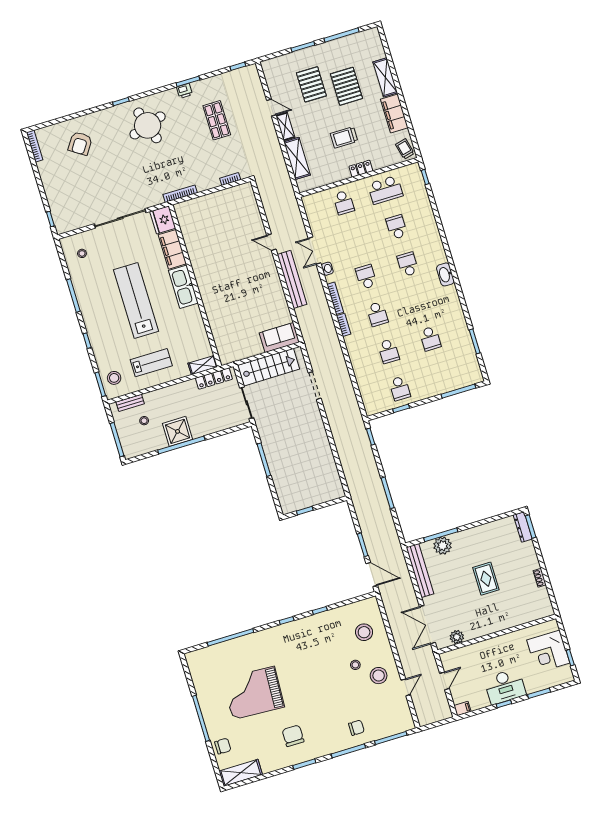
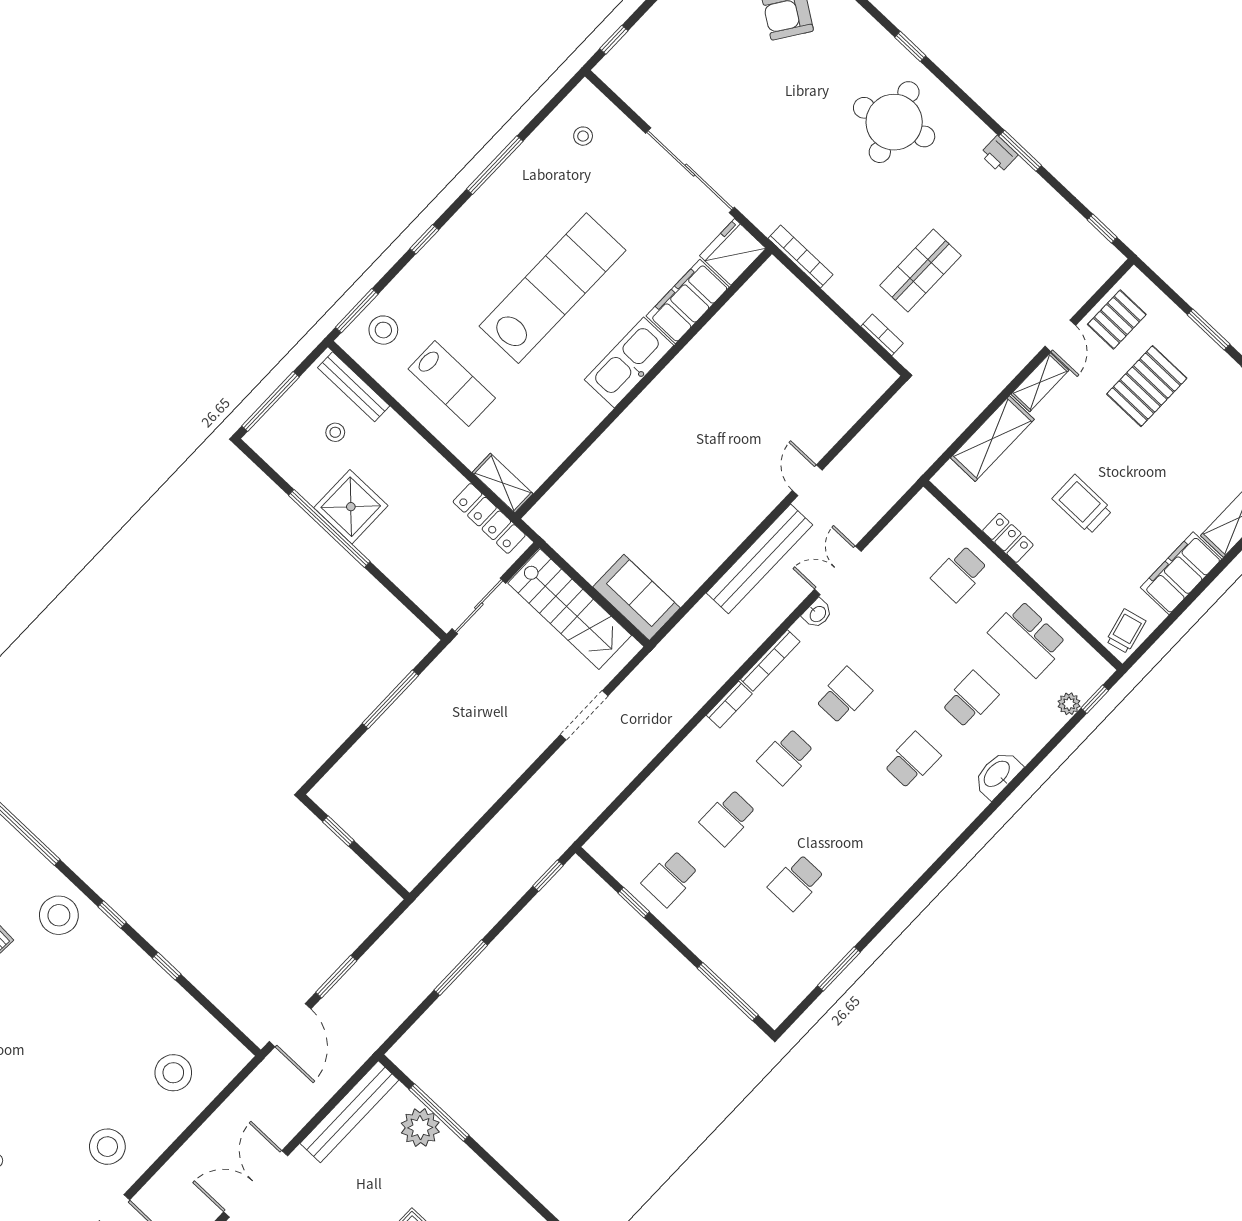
pallet: (346, 86) -> (1117, 319), moved, width x0.67, depth x0.71
shop shelf: (217, 120) -> (921, 270), moved
locker: (361, 169) -> (1008, 538), moved
plant: (421, 188) -> (1069, 704), added
washbasin: (445, 274) -> (997, 774), moved
bench: (130, 403) -> (354, 387), width x1.36
stool: (355, 665) -> (59, 915), moved, width x1.89, depth x1.89

